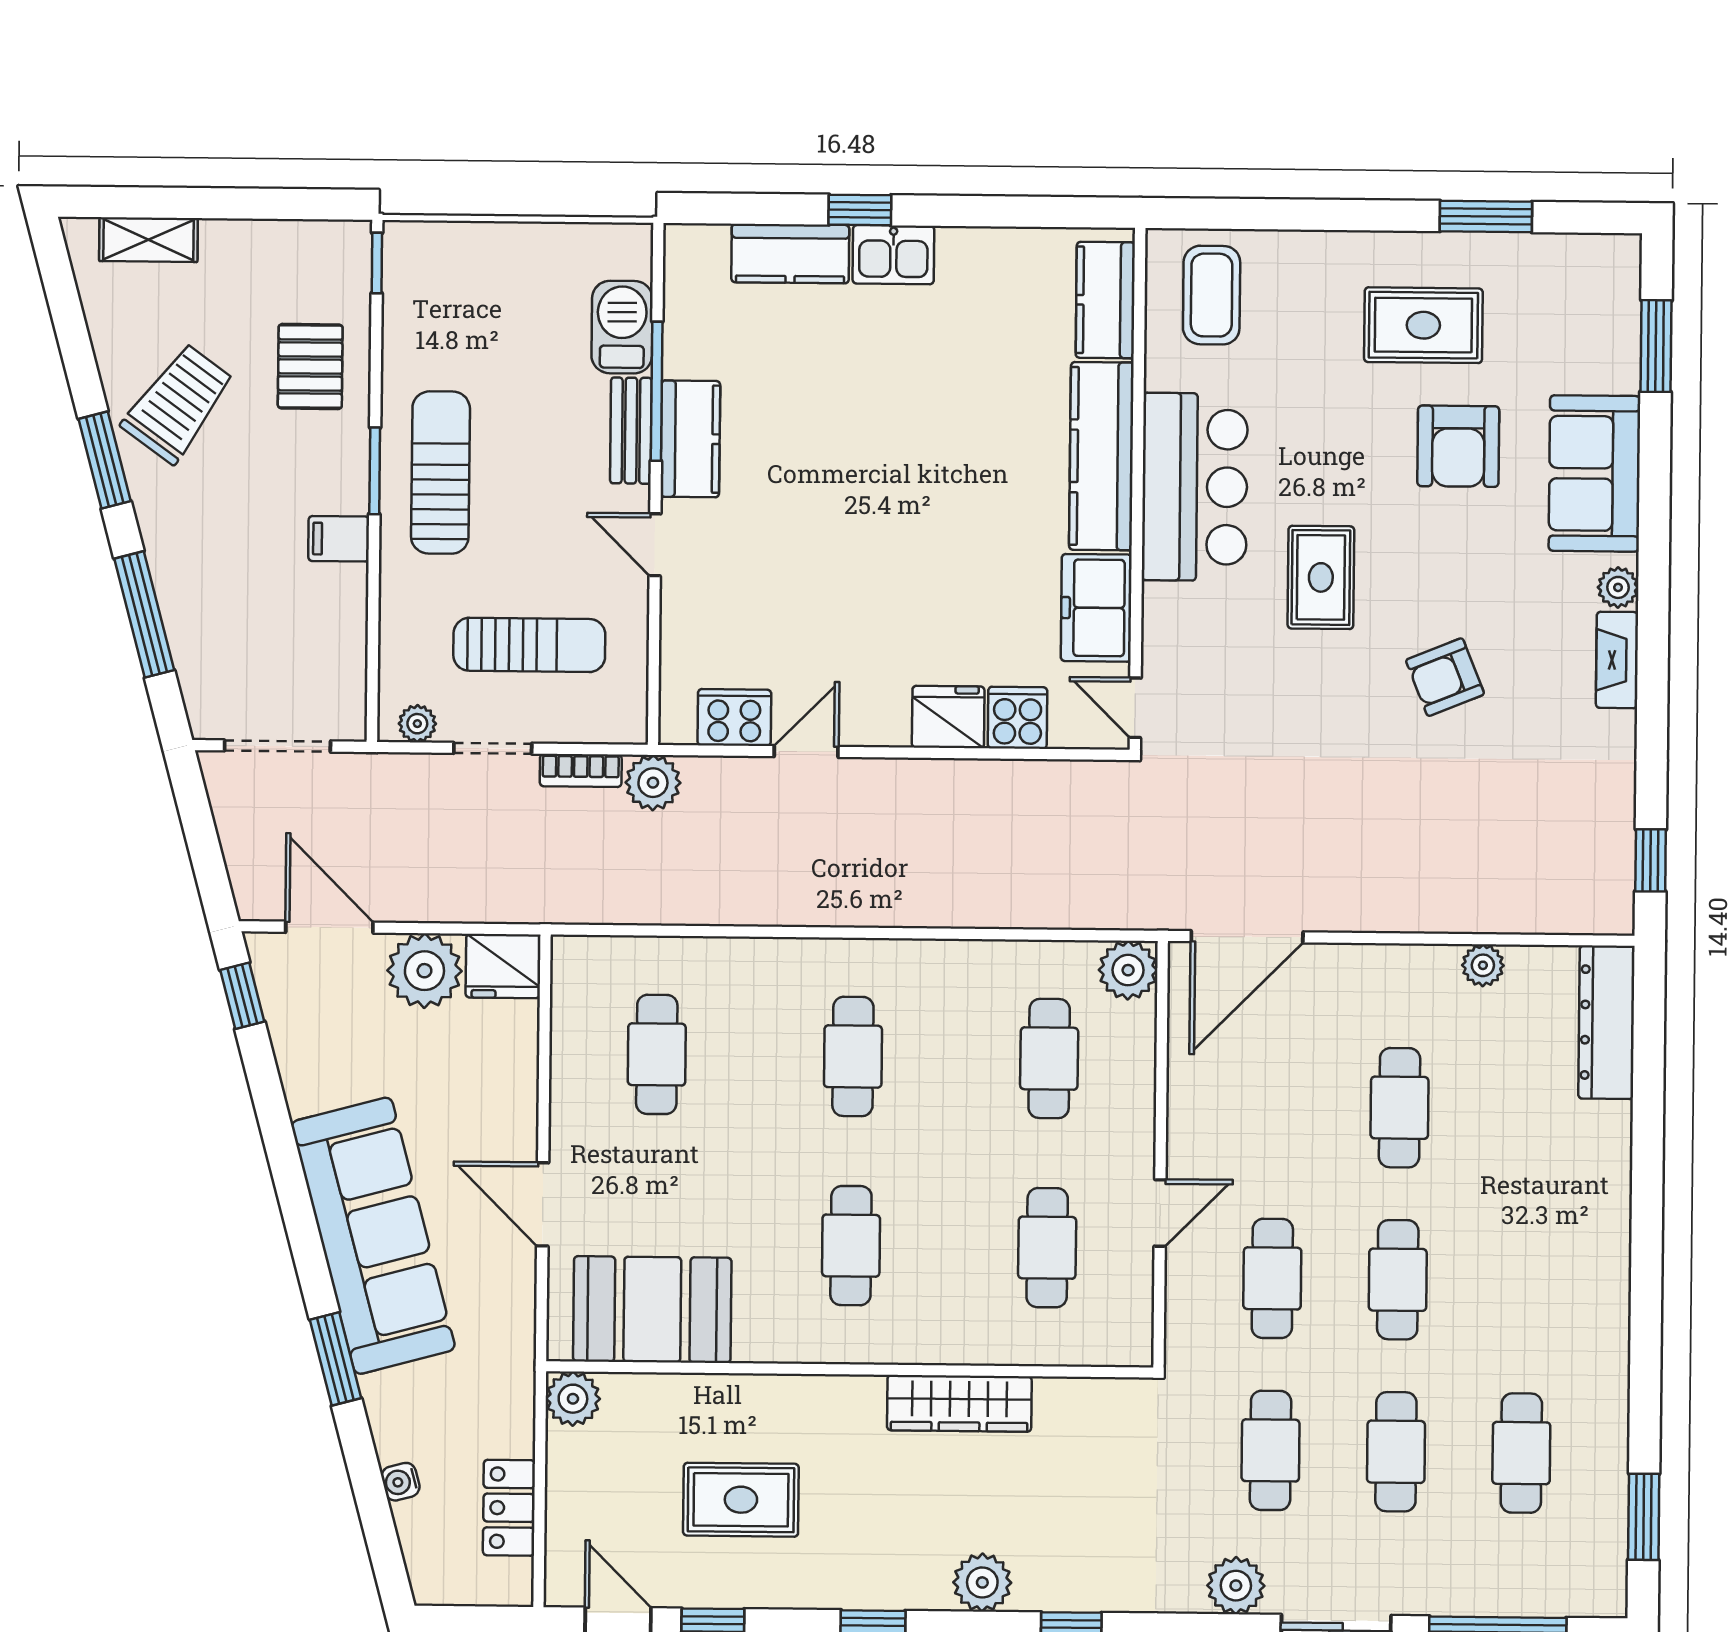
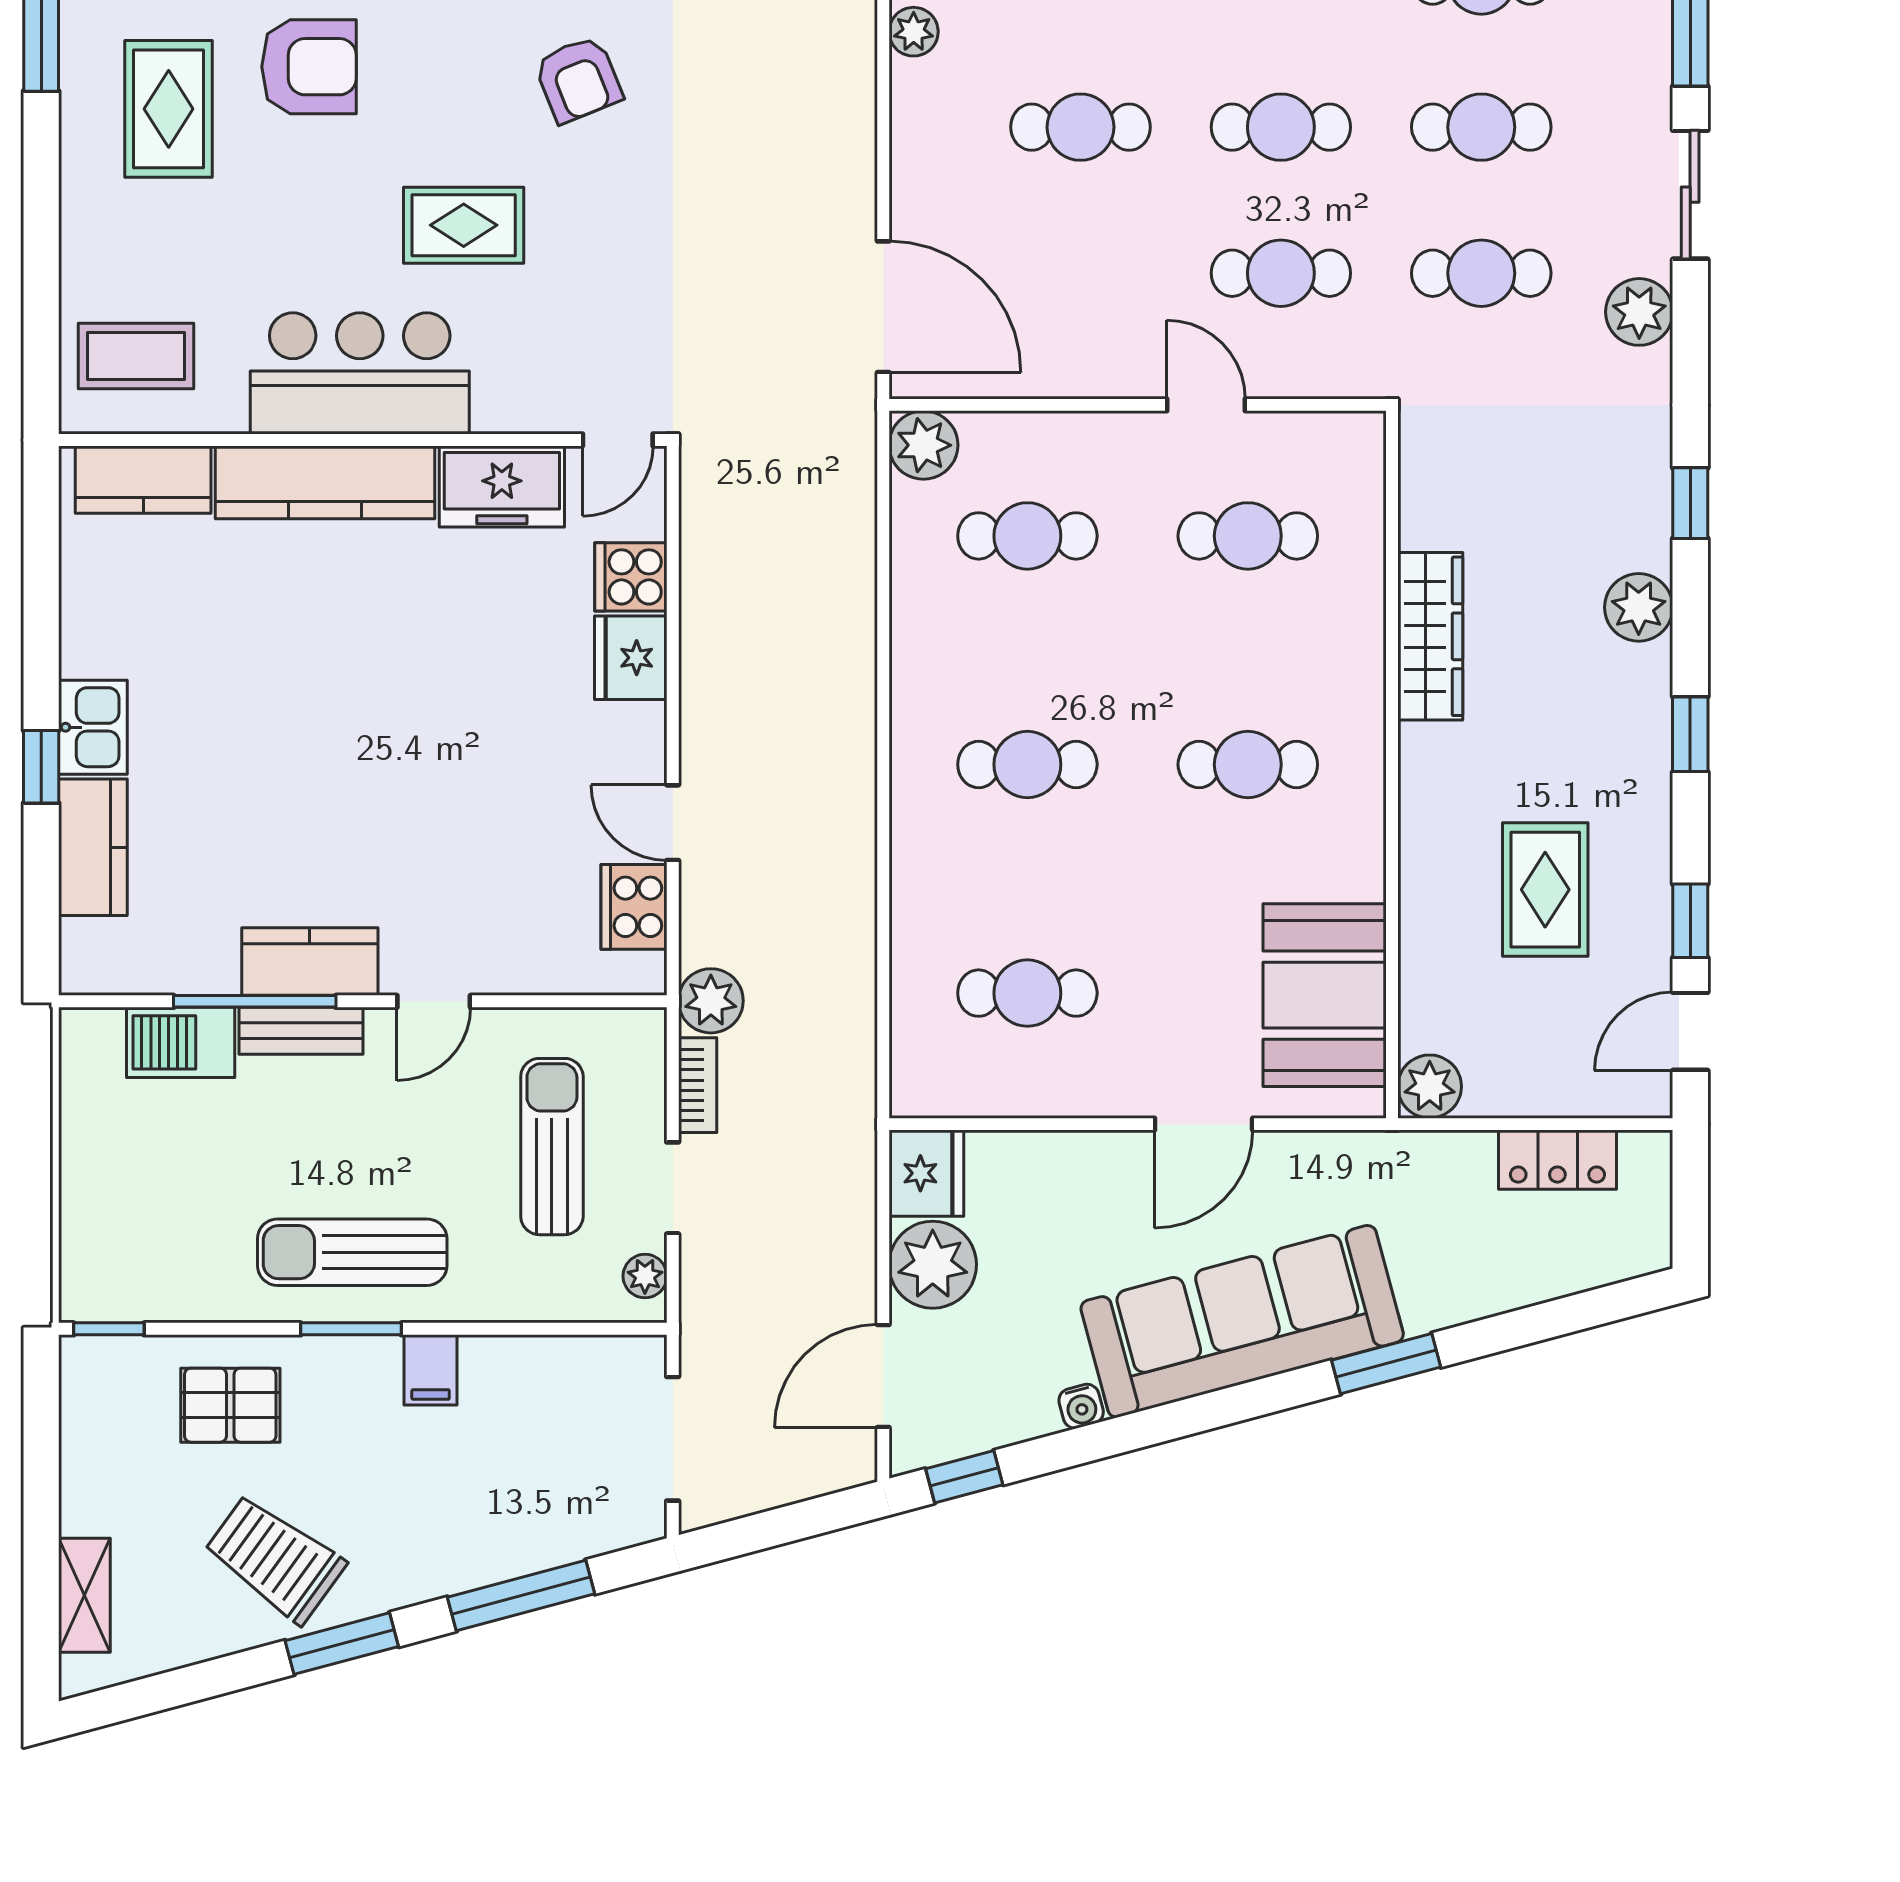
water cooler: (401, 1482) -> (1081, 1406), moved

